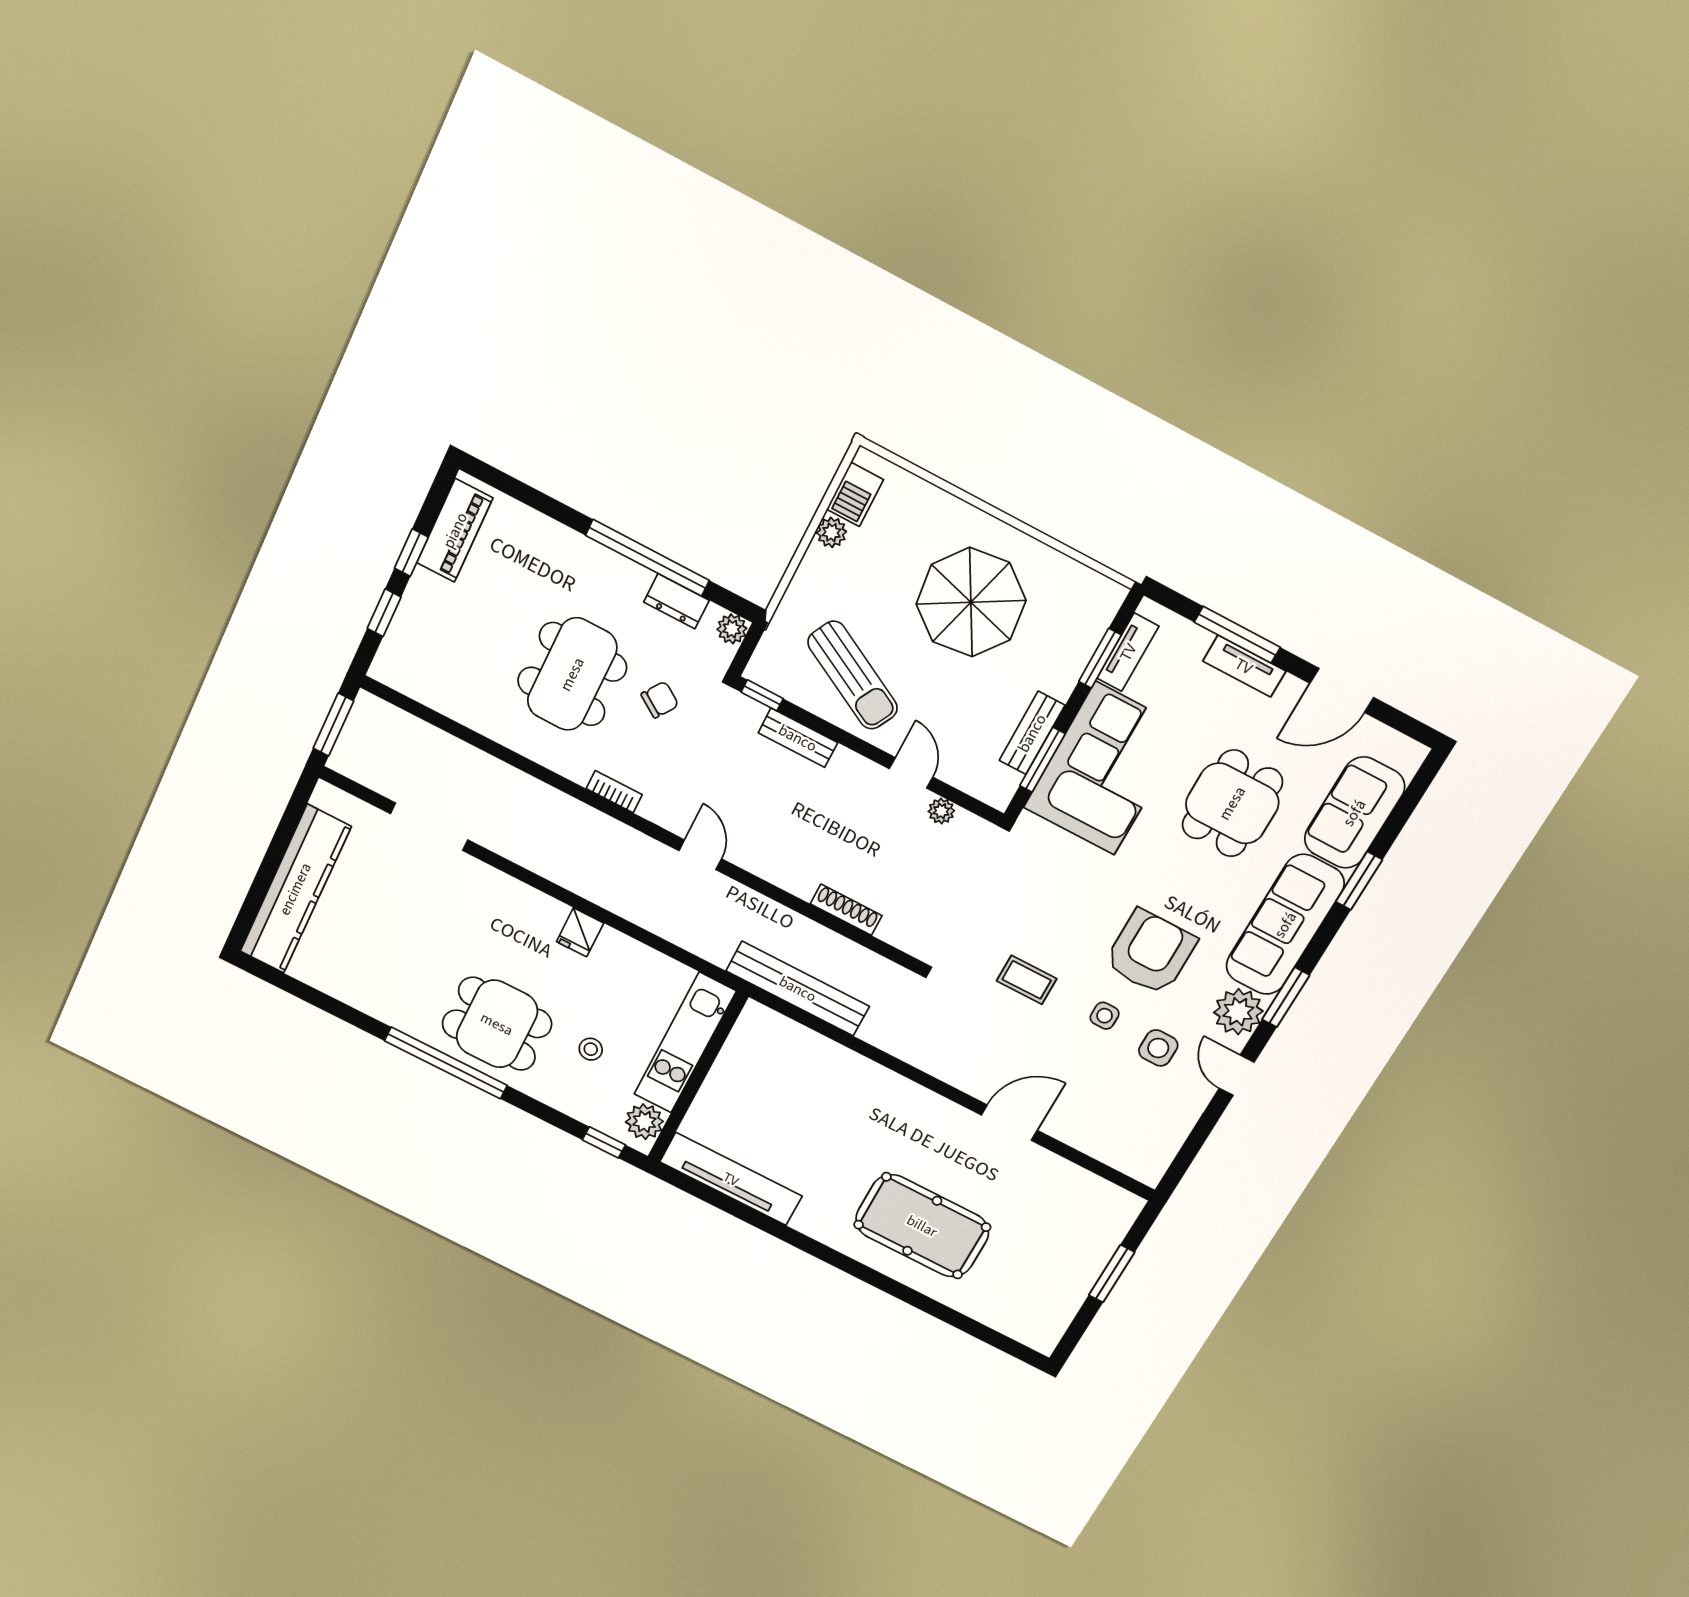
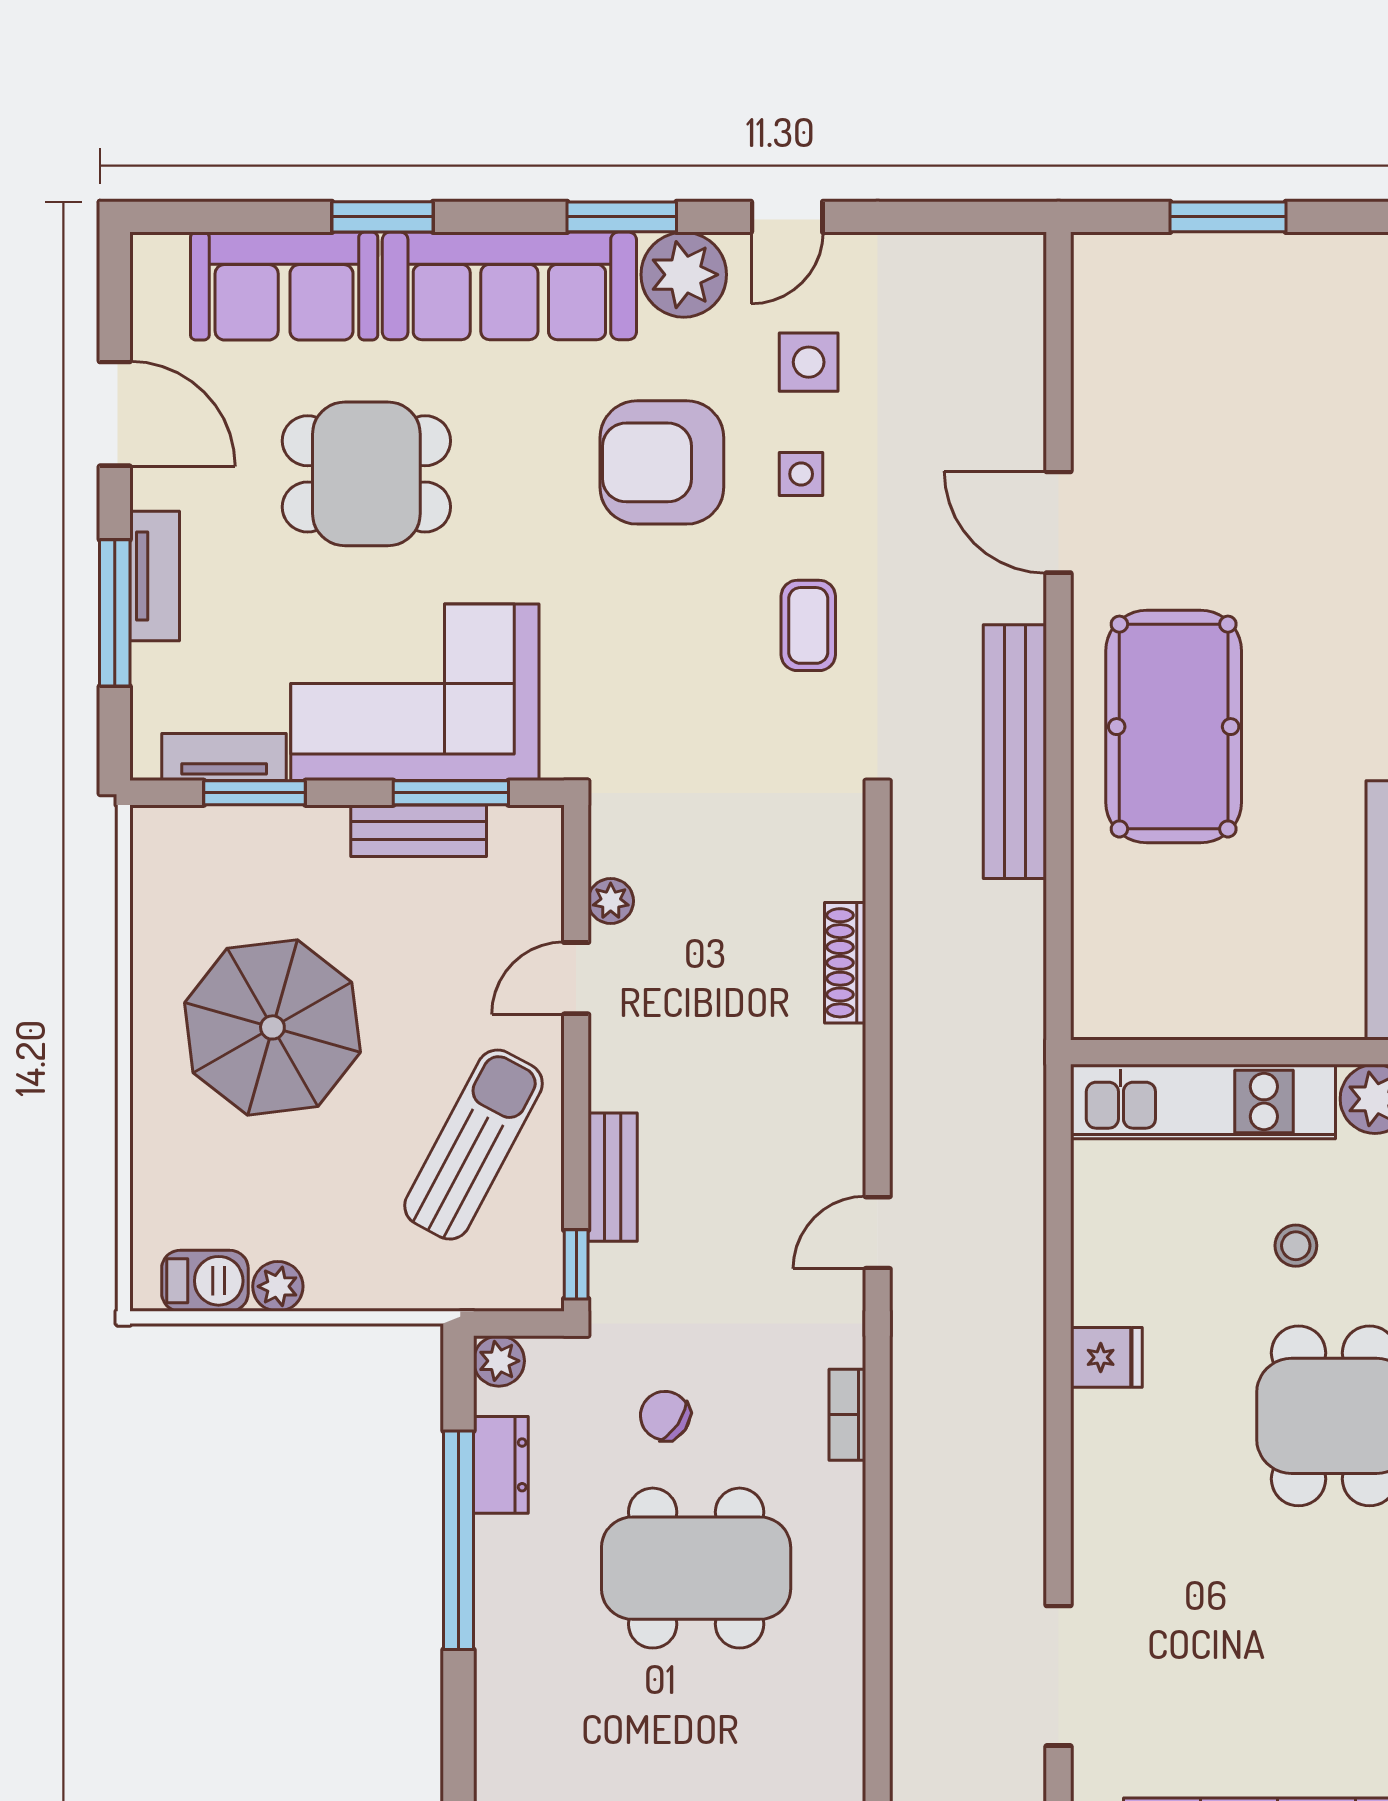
bench: (798, 989) -> (1015, 752), moved
pool table: (922, 1226) -> (1174, 727), moved

